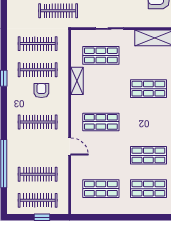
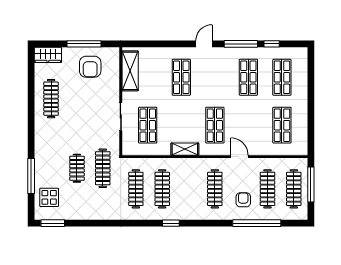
shelving: (77, 81) -> (185, 149), moved
armchair: (41, 91) -> (243, 200), moved, turned 90
door: (70, 146) -> (239, 157), hinge flipped
window: (42, 217) -> (311, 184), width x2.17

